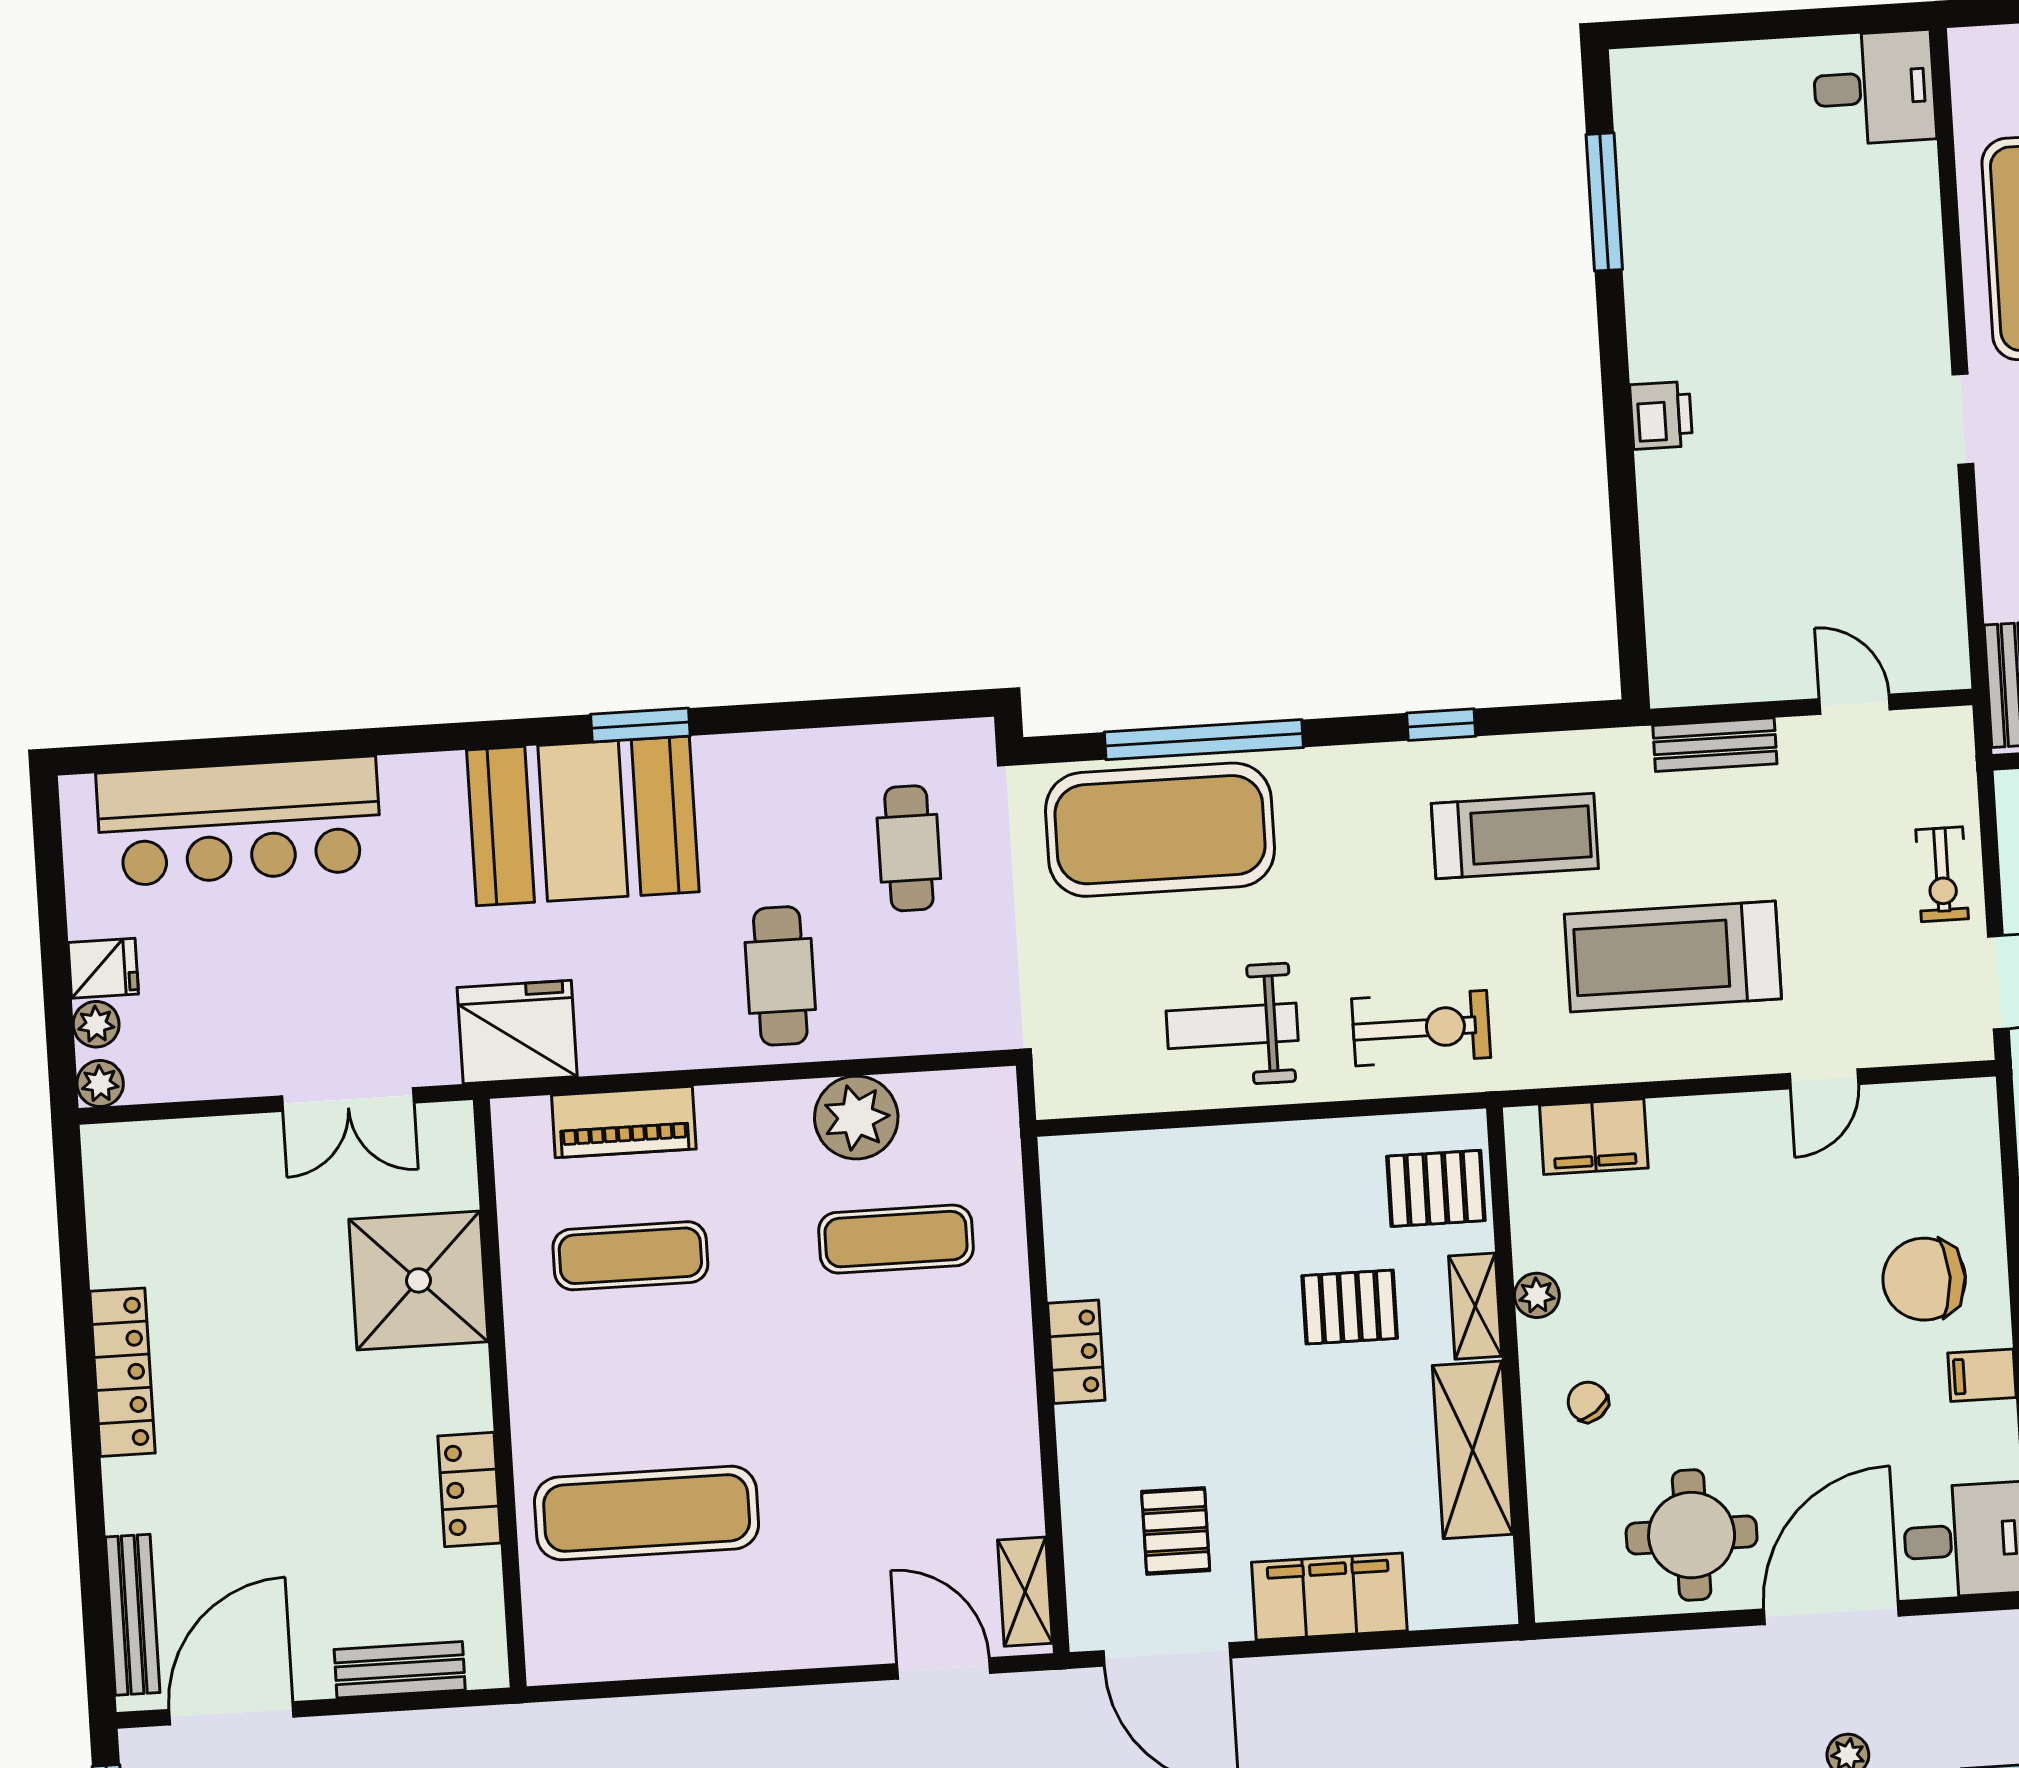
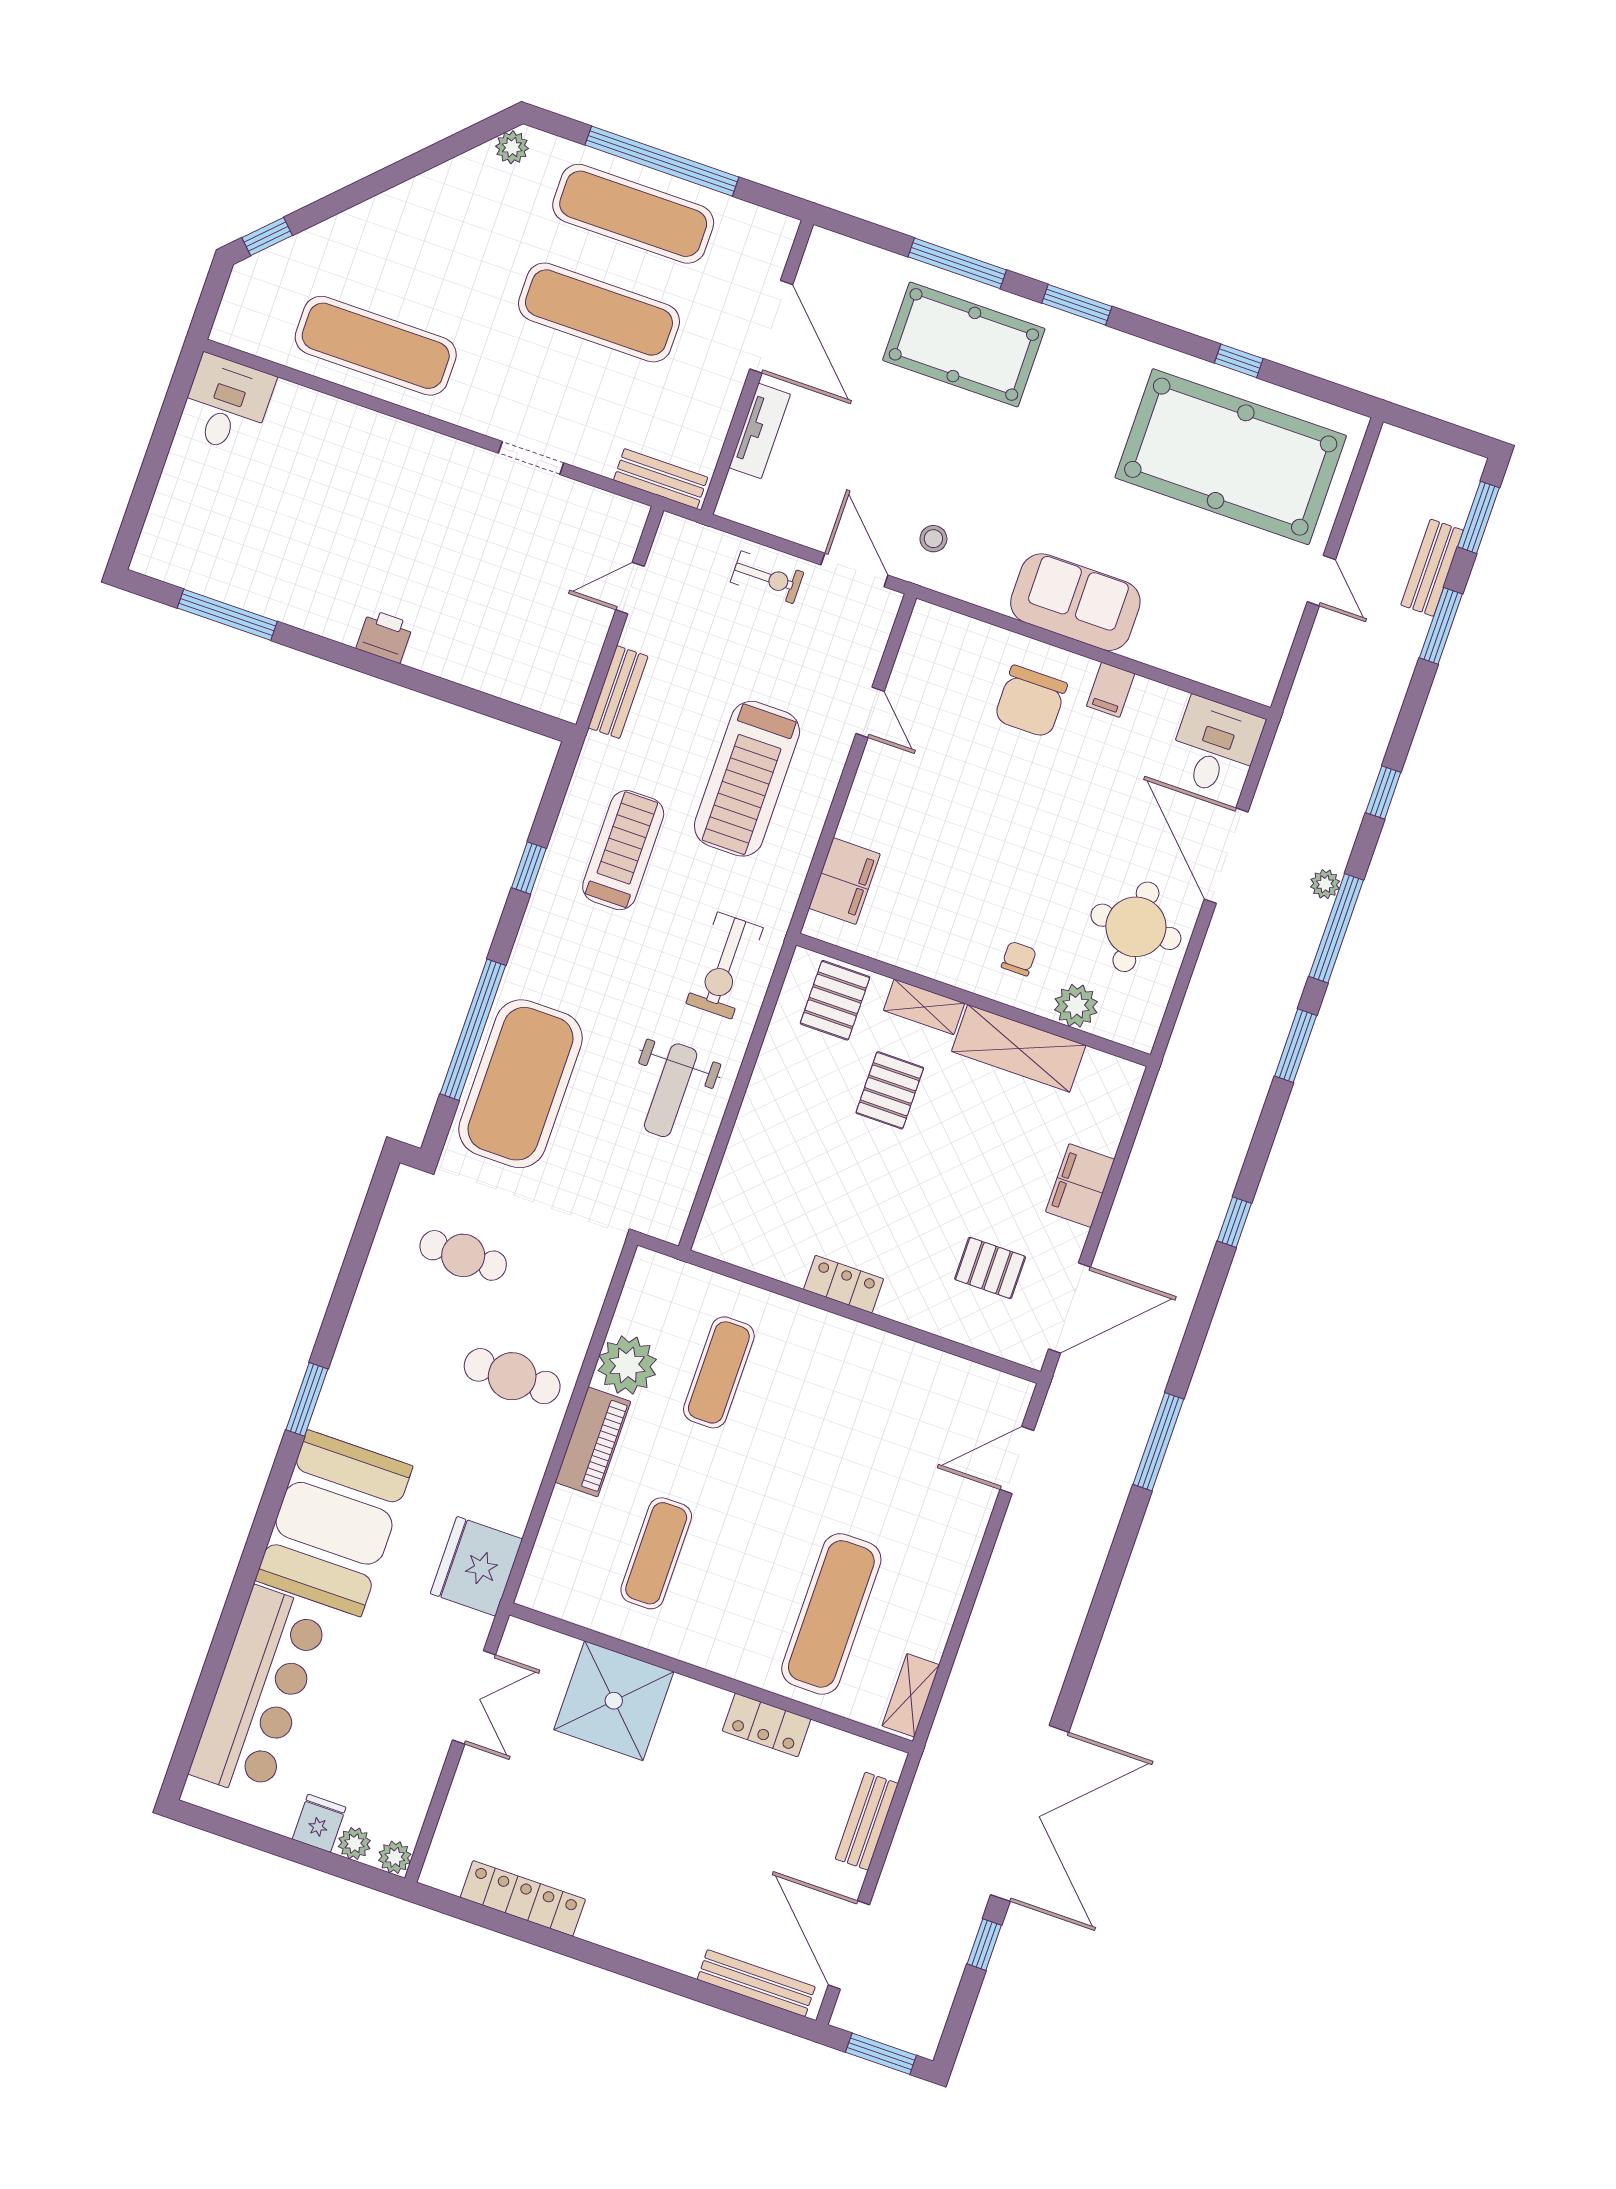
doorway: (1963, 419) -> (531, 458), moved
booth: (583, 821) -> (334, 1523), moved
exercise bike: (1421, 1028) -> (725, 966), turned 180
piano: (624, 1122) -> (593, 1442), moved
plant: (1537, 1295) -> (1076, 1006), moved, width x1.38, depth x1.38
locker: (123, 1372) -> (523, 1898), moved
chair: (1588, 1402) -> (1019, 959), turned 127
shelving: (1025, 1592) -> (911, 1695), moved, turned 90
filing cabinet: (1329, 1597) -> (1080, 1185), width x0.67, depth x0.86

